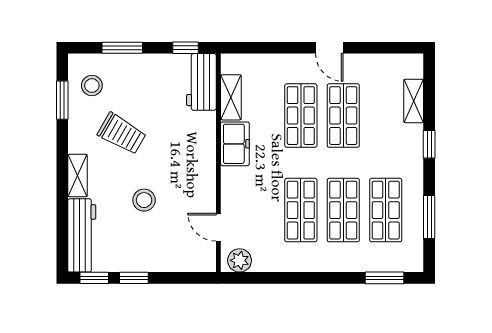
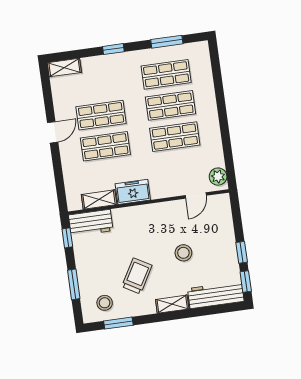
shelving: (414, 101) -> (64, 68), moved
window: (385, 278) -> (216, 68), removed

